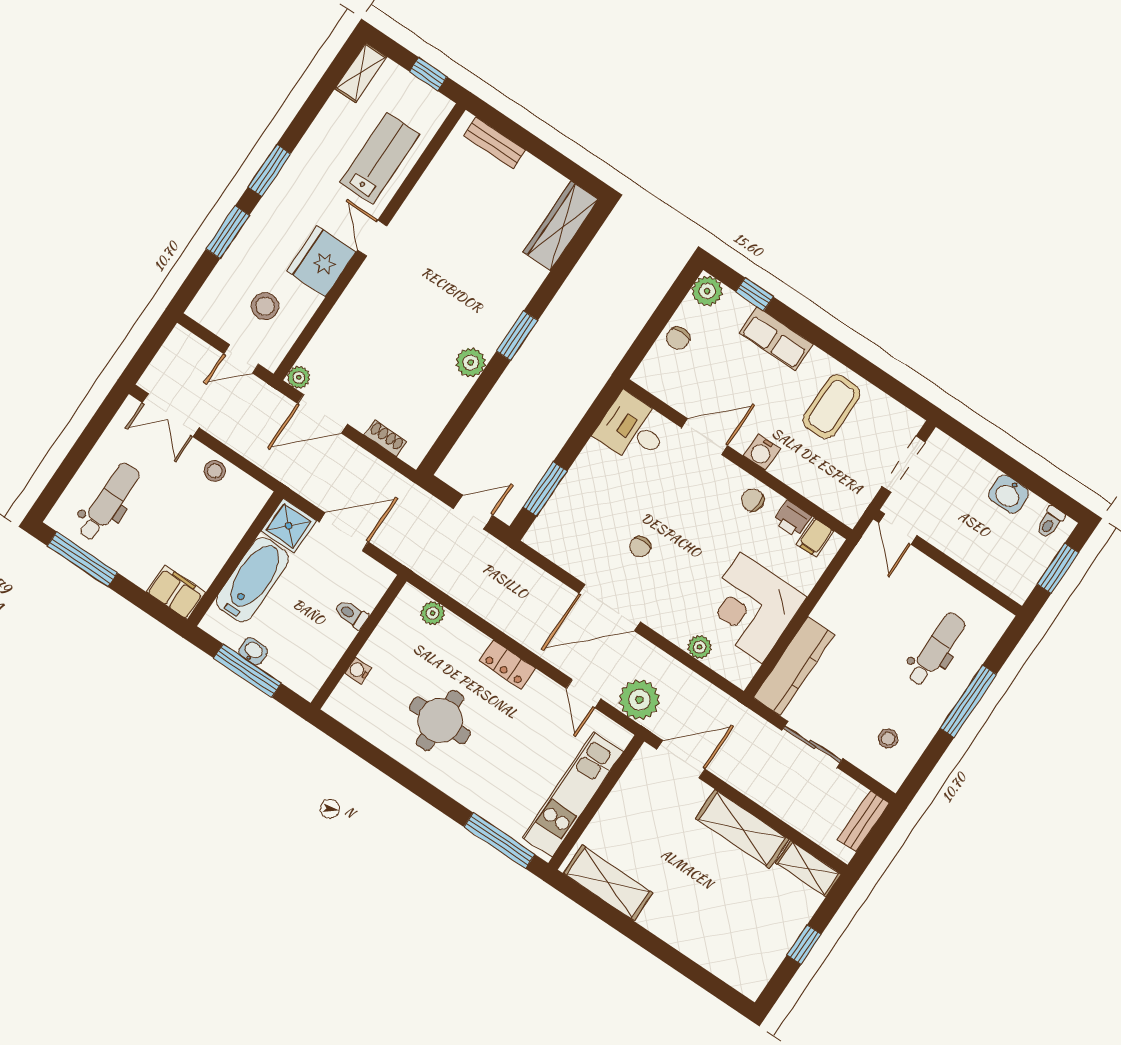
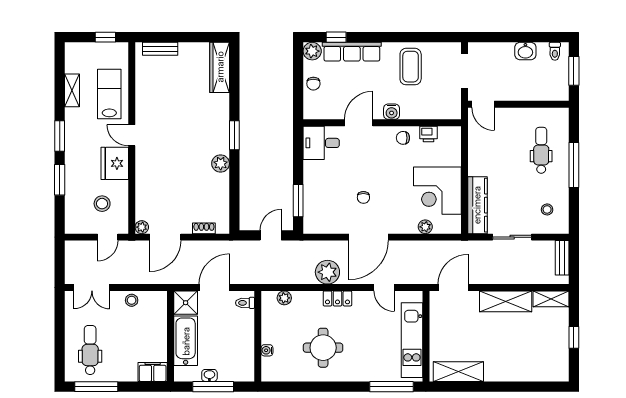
shelving: (361, 73) -> (72, 90), moved
row of seats: (776, 339) -> (352, 52), width x1.48
filing cabinet: (815, 537) -> (446, 136), removed
toilet: (351, 614) -> (245, 303), moved
plant: (639, 700) -> (327, 272), moved

